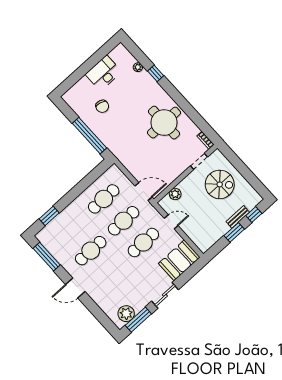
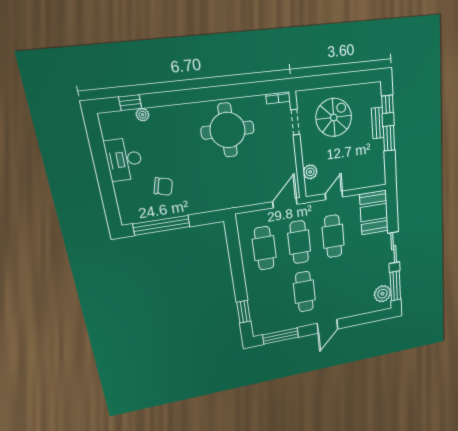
window: (156, 73) -> (130, 103), moved
window: (89, 136) -> (162, 225), moved

